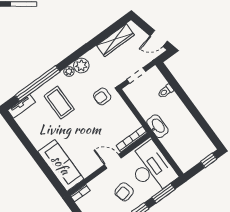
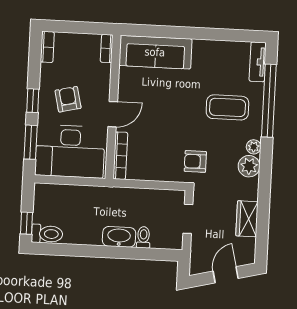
door: (159, 38) -> (226, 275), moved
wardrobe: (115, 40) -> (247, 219), width x0.67
armchair: (102, 96) -> (195, 161), turned -90
washbasin: (157, 126) -> (119, 237), moved, turned 180
toilet: (206, 145) -> (47, 234), added

